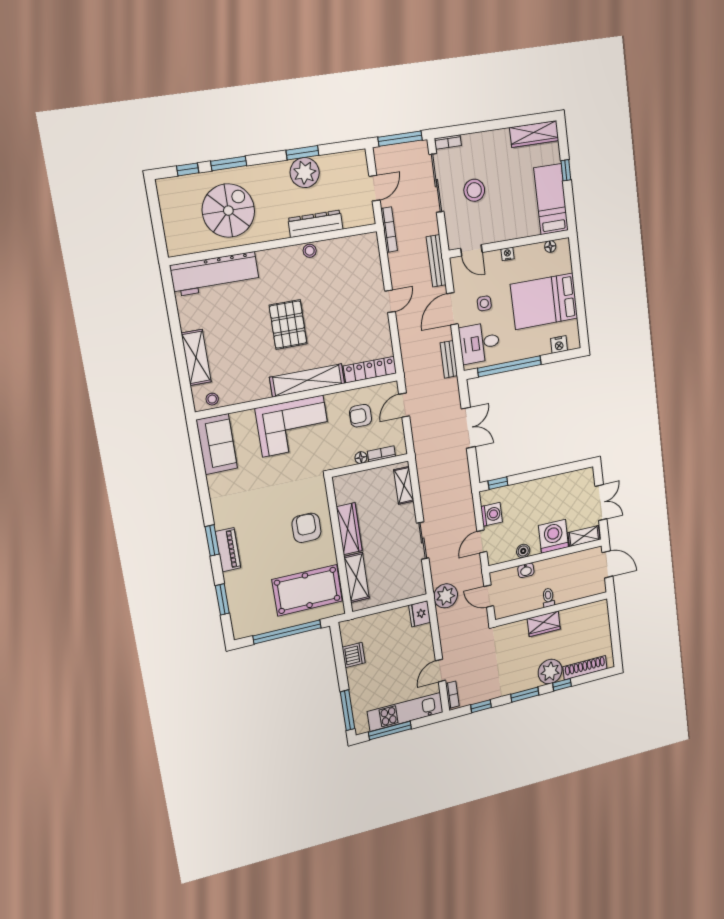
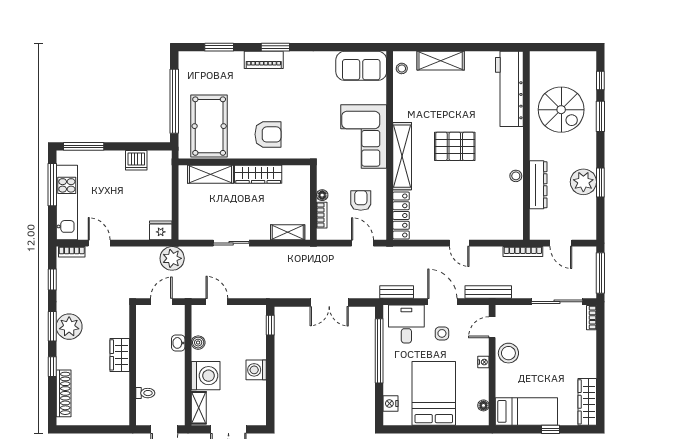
stool: (474, 190) -> (508, 353), moved
washing machine: (492, 514) -> (256, 370), moved, turned 90
toilet: (548, 598) -> (145, 393), moved
plant: (550, 672) -> (69, 327), moved

